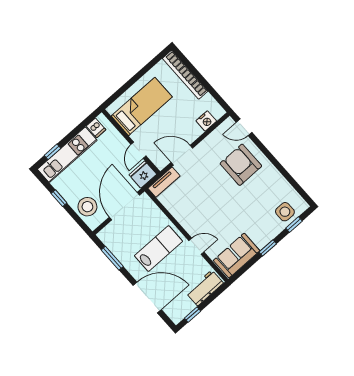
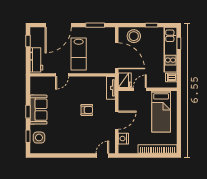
door: (138, 150) -> (140, 89), hinge flipped
door: (182, 155) -> (117, 120), moved
armchair: (241, 165) -> (87, 110), moved, width x0.53, depth x0.53
sofa: (237, 256) -> (38, 110), moved

